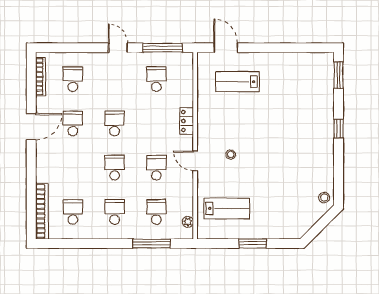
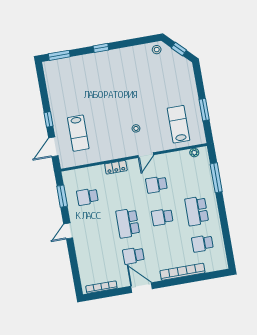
window: (163, 48) -> (62, 196), width x0.69
window: (261, 48) -> (49, 119), added
school desk: (73, 79) -> (99, 262), removed
school desk: (115, 123) -> (128, 223), width x1.85
bookcase: (42, 211) -> (183, 272), moved
school desk: (115, 212) -> (197, 211), width x1.85
school desk: (156, 212) -> (191, 178), removed
window: (320, 225) -> (179, 49), added
window: (253, 243) -> (204, 110), moved

